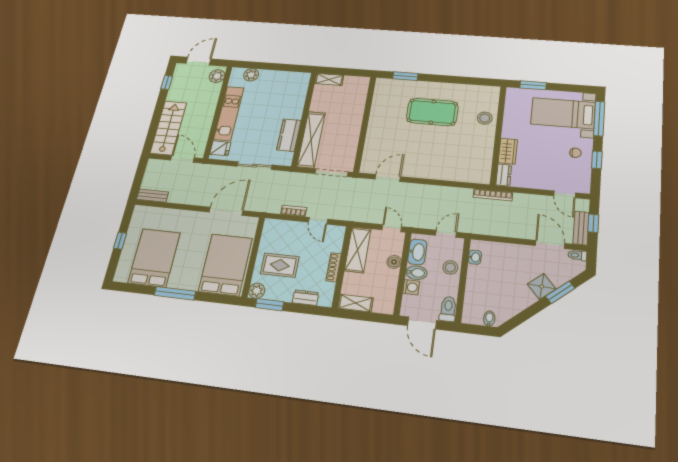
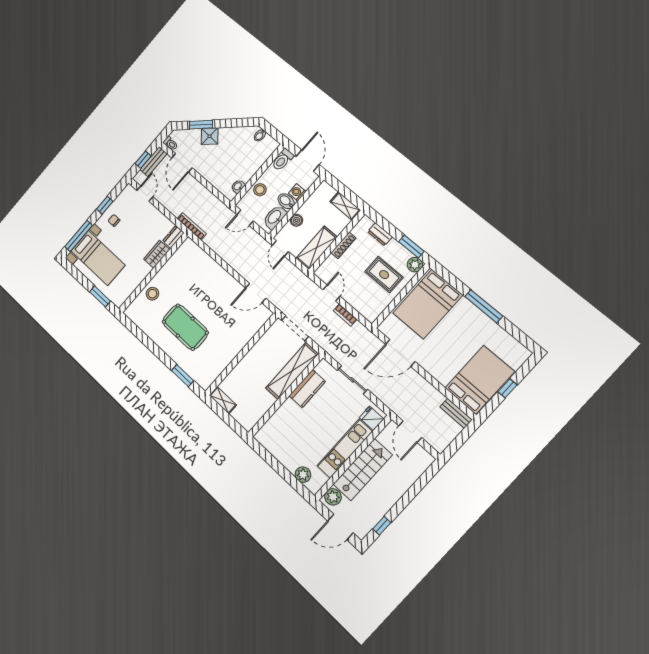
shelving: (329, 79) -> (223, 400), moved
stairs: (168, 128) -> (363, 470), moved, turned 180
bed: (154, 258) -> (480, 380), moved, turned 180

